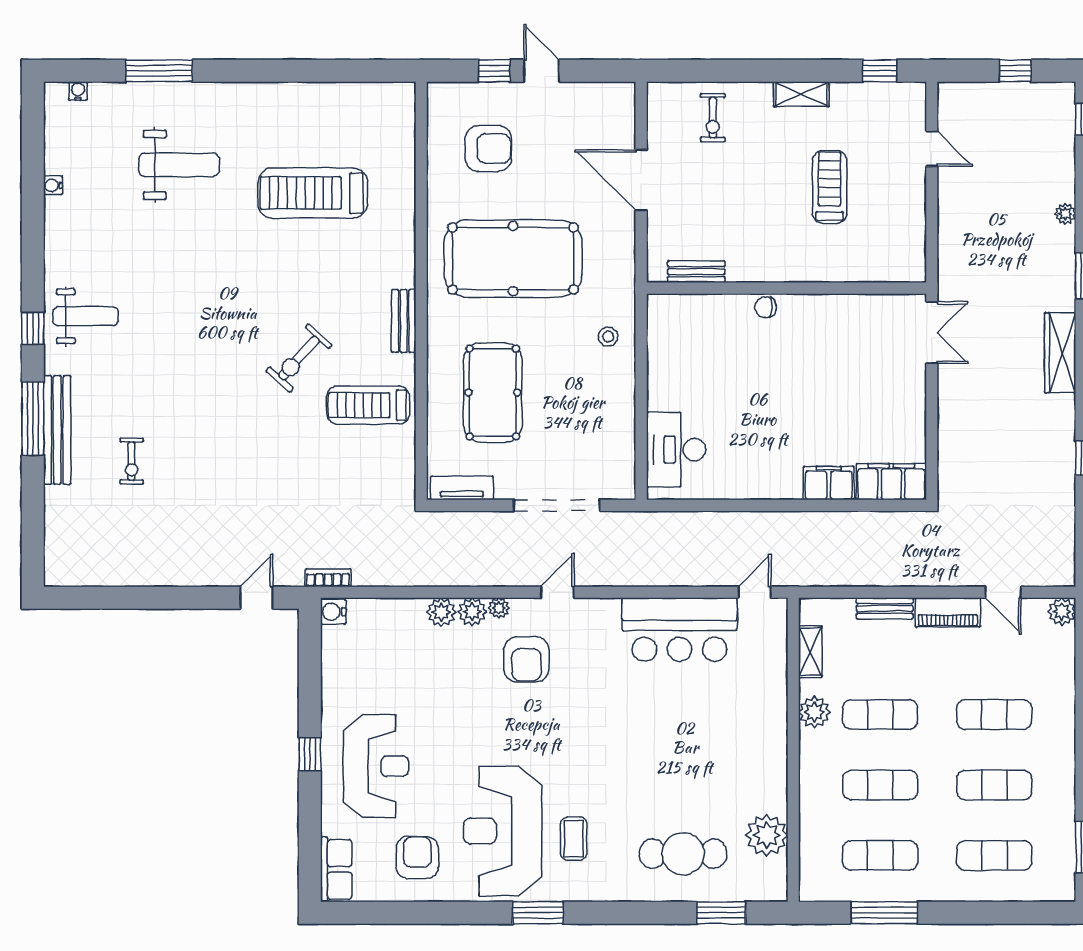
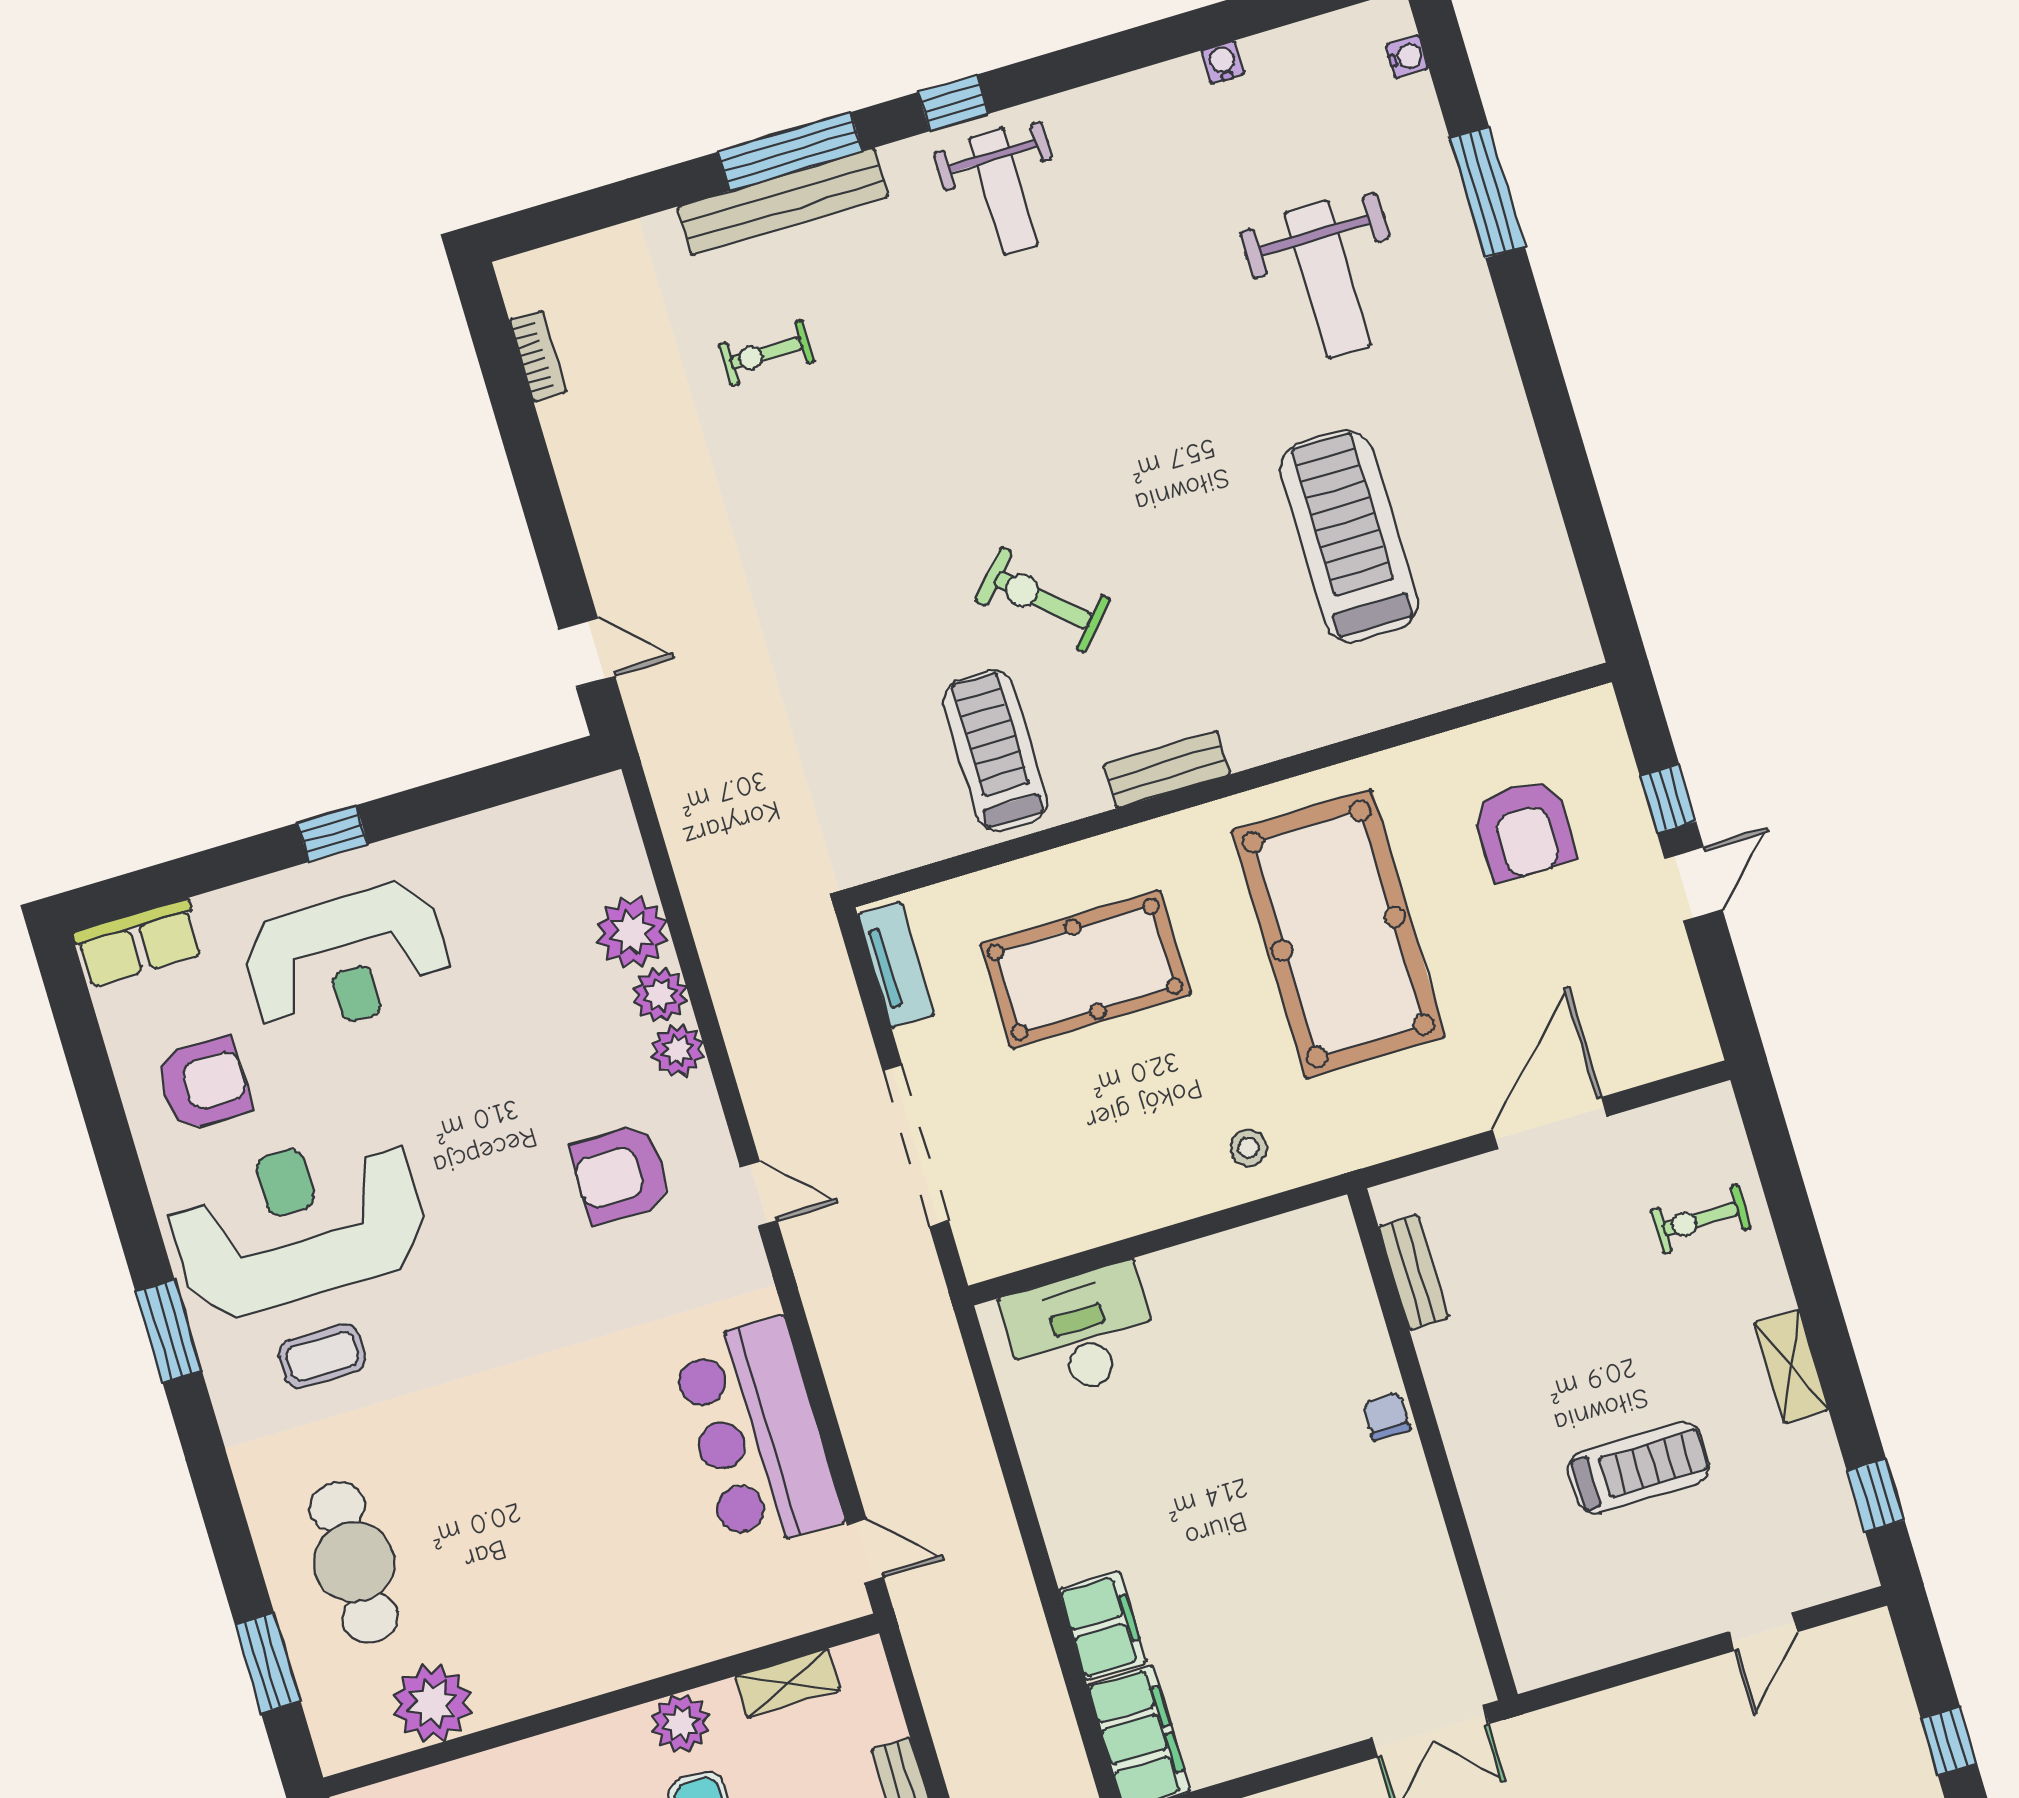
bookcase: (328, 578) -> (538, 356), moved
plant: (499, 608) -> (632, 932), moved, width x1.88, depth x1.88
water cooler: (333, 612) -> (603, 799), removed

